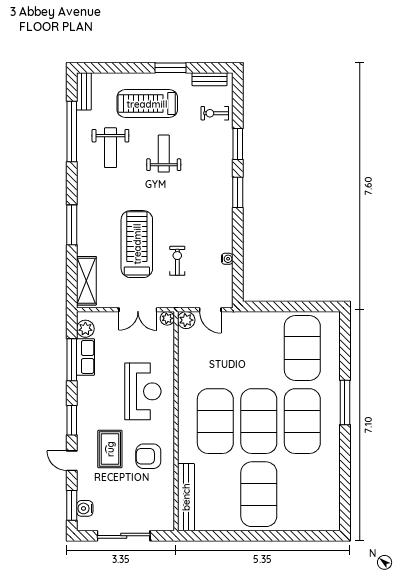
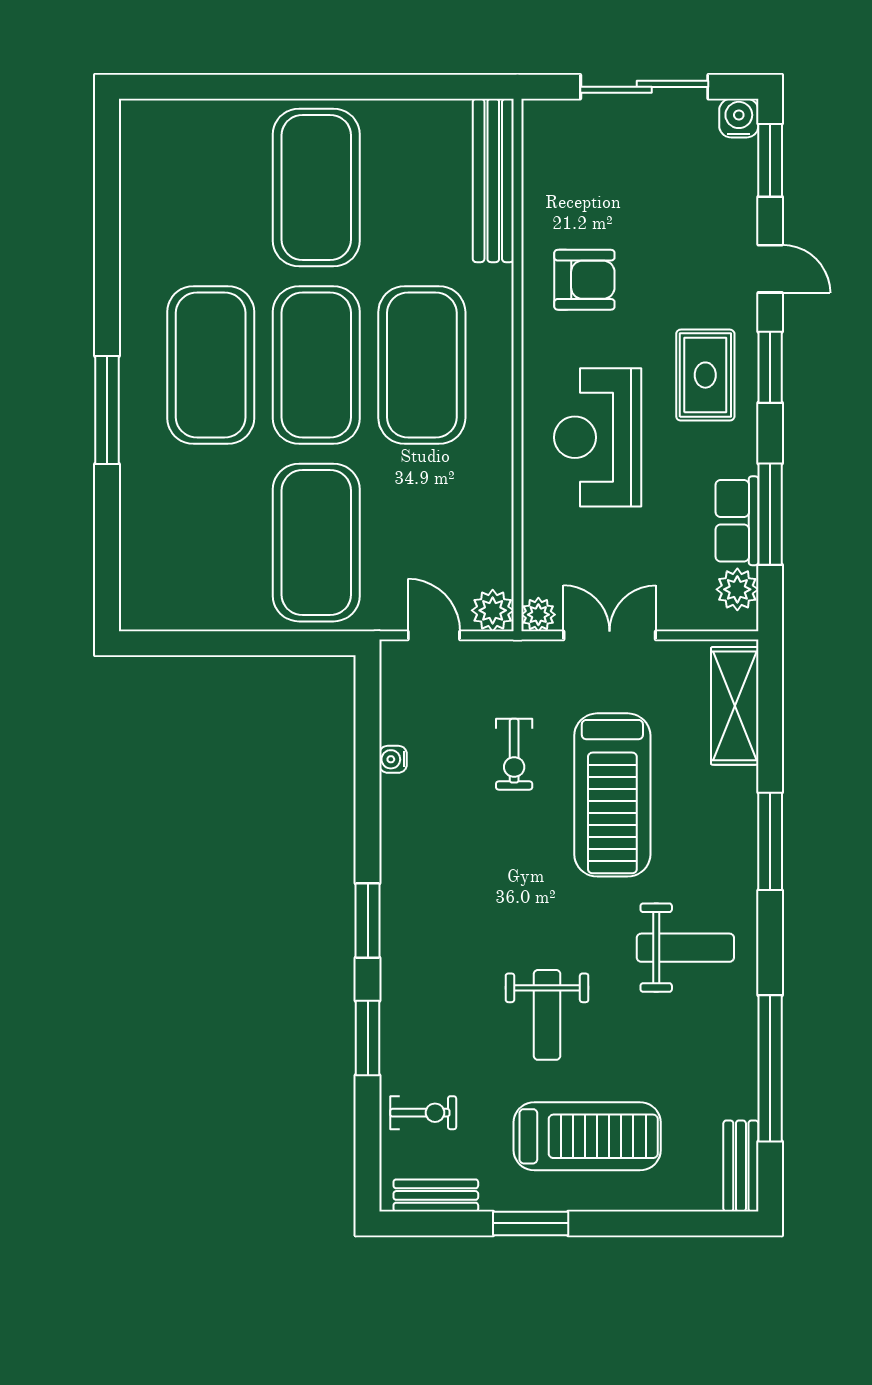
weight bench: (110, 148) -> (685, 948), moved, turned 90
exercise mat: (302, 348) -> (316, 543), moved
rug: (110, 449) -> (705, 375), moved
water cooler: (85, 508) -> (739, 118), moved, turned -90

